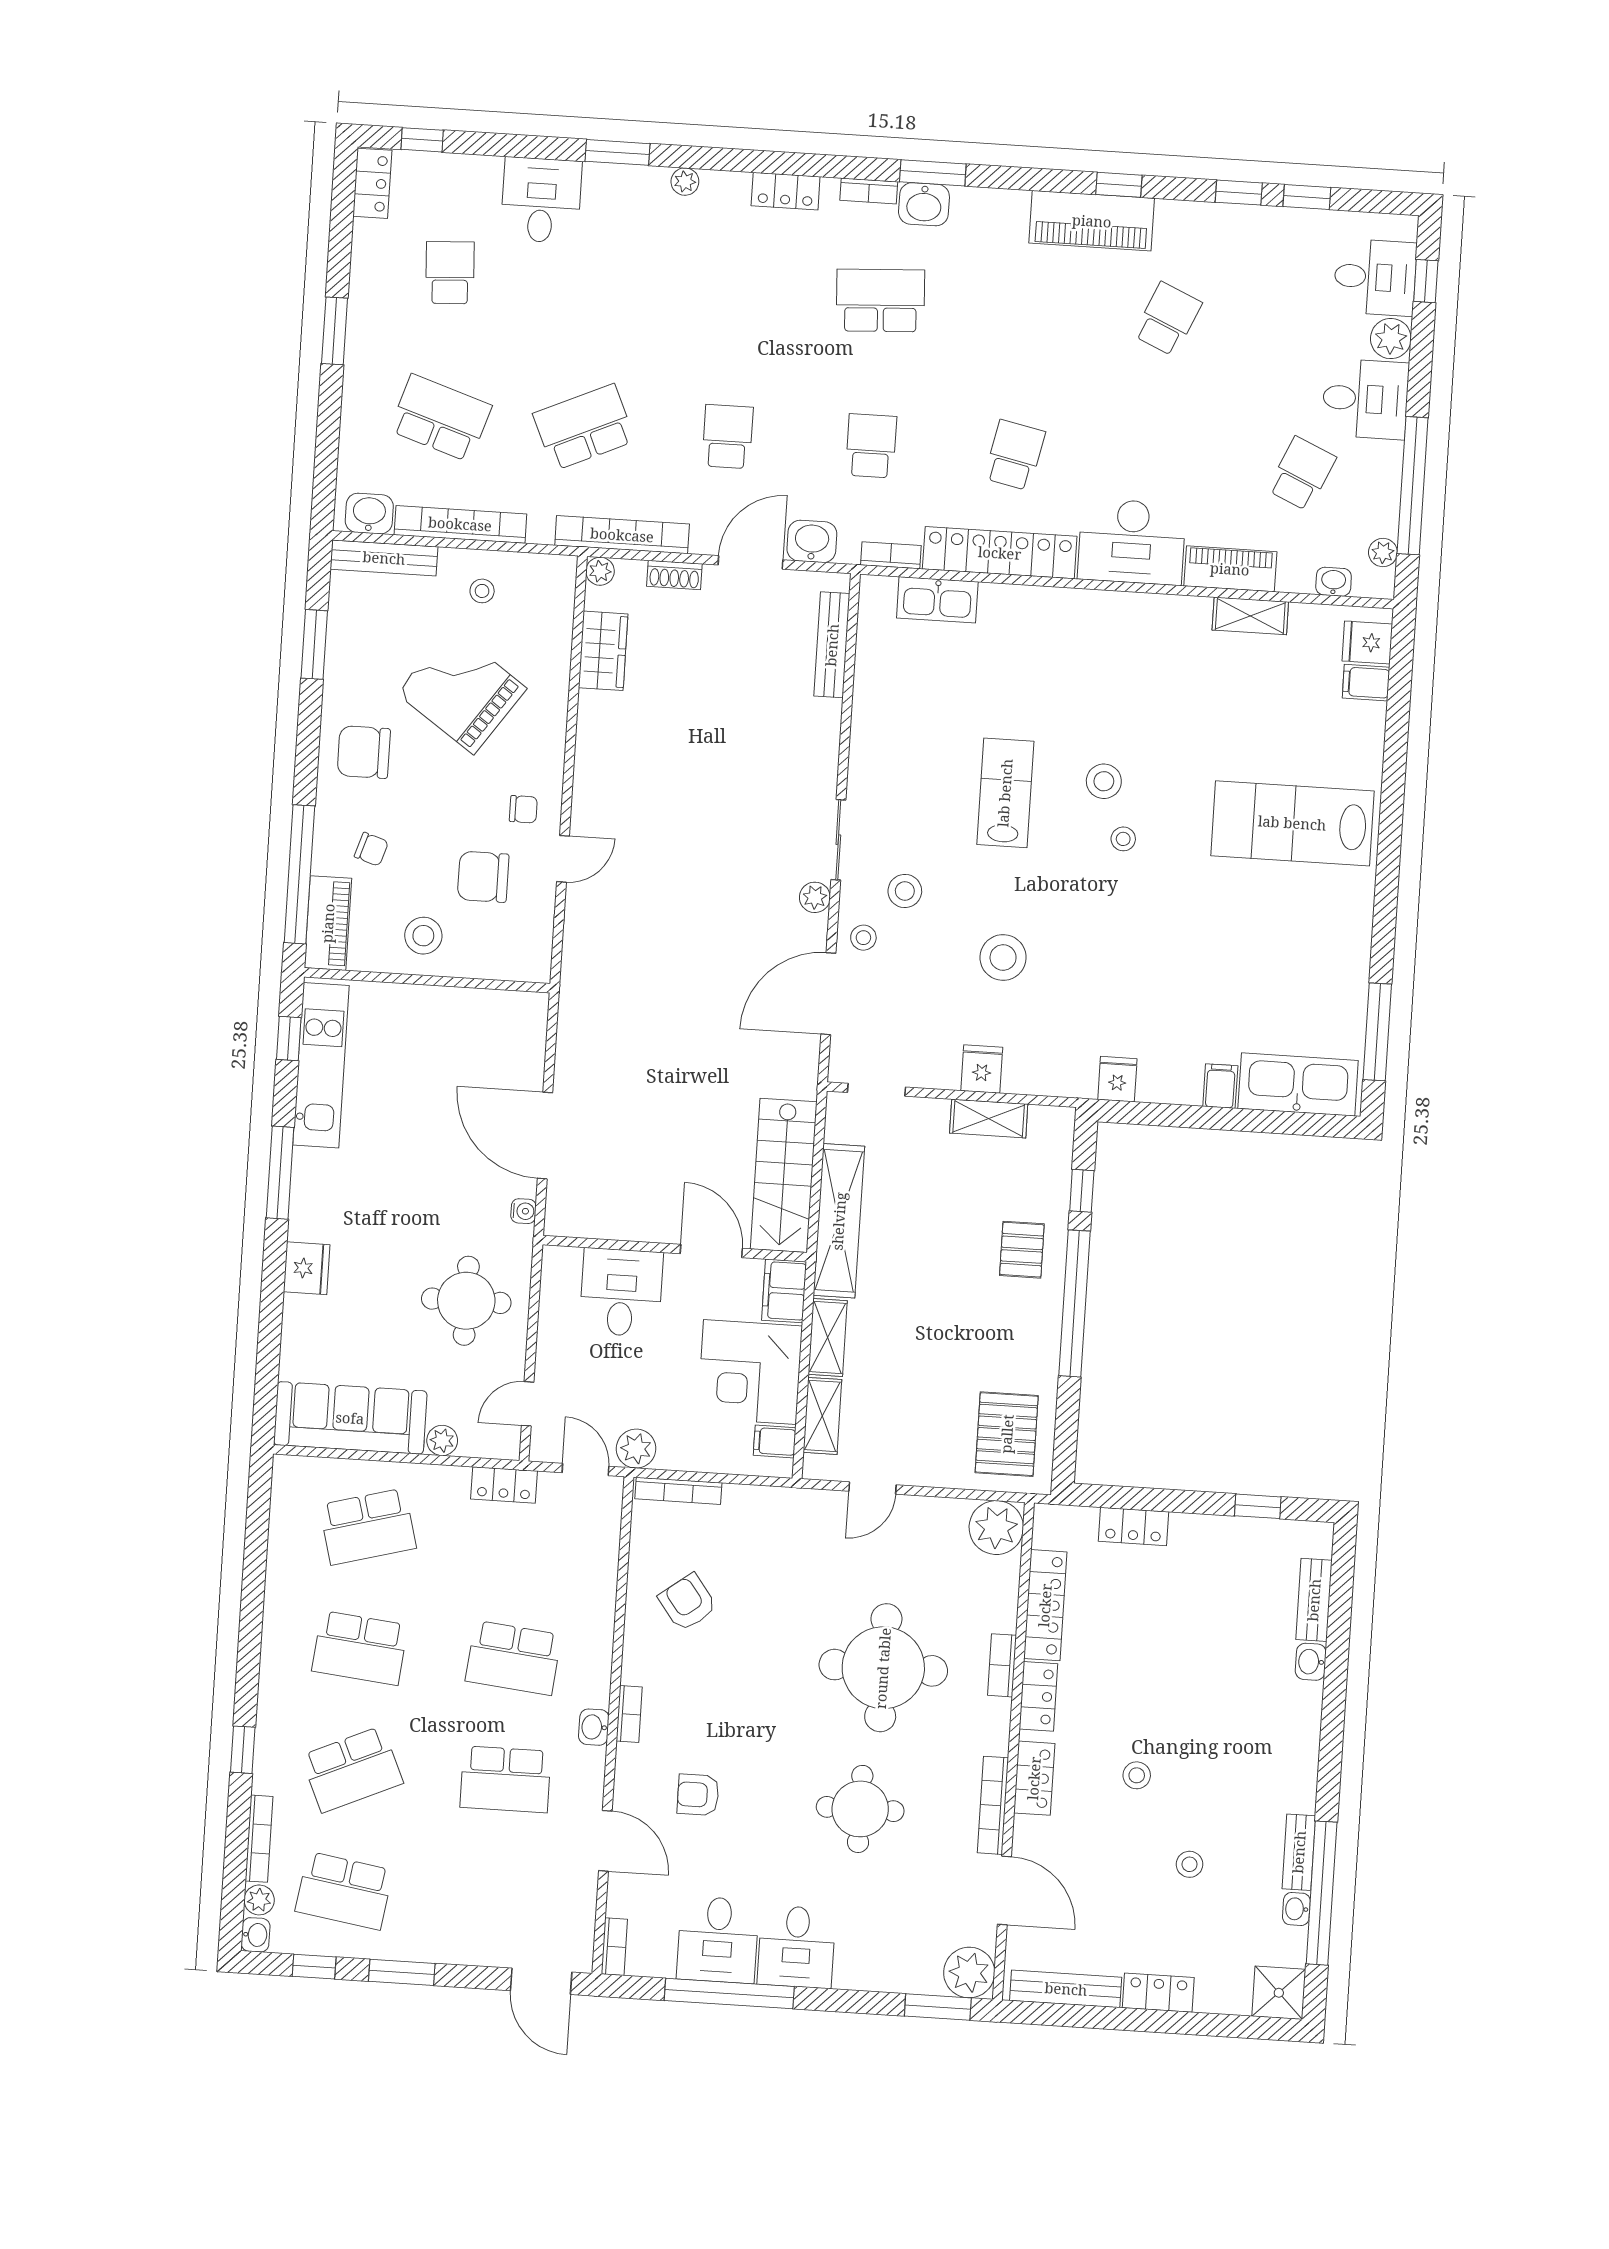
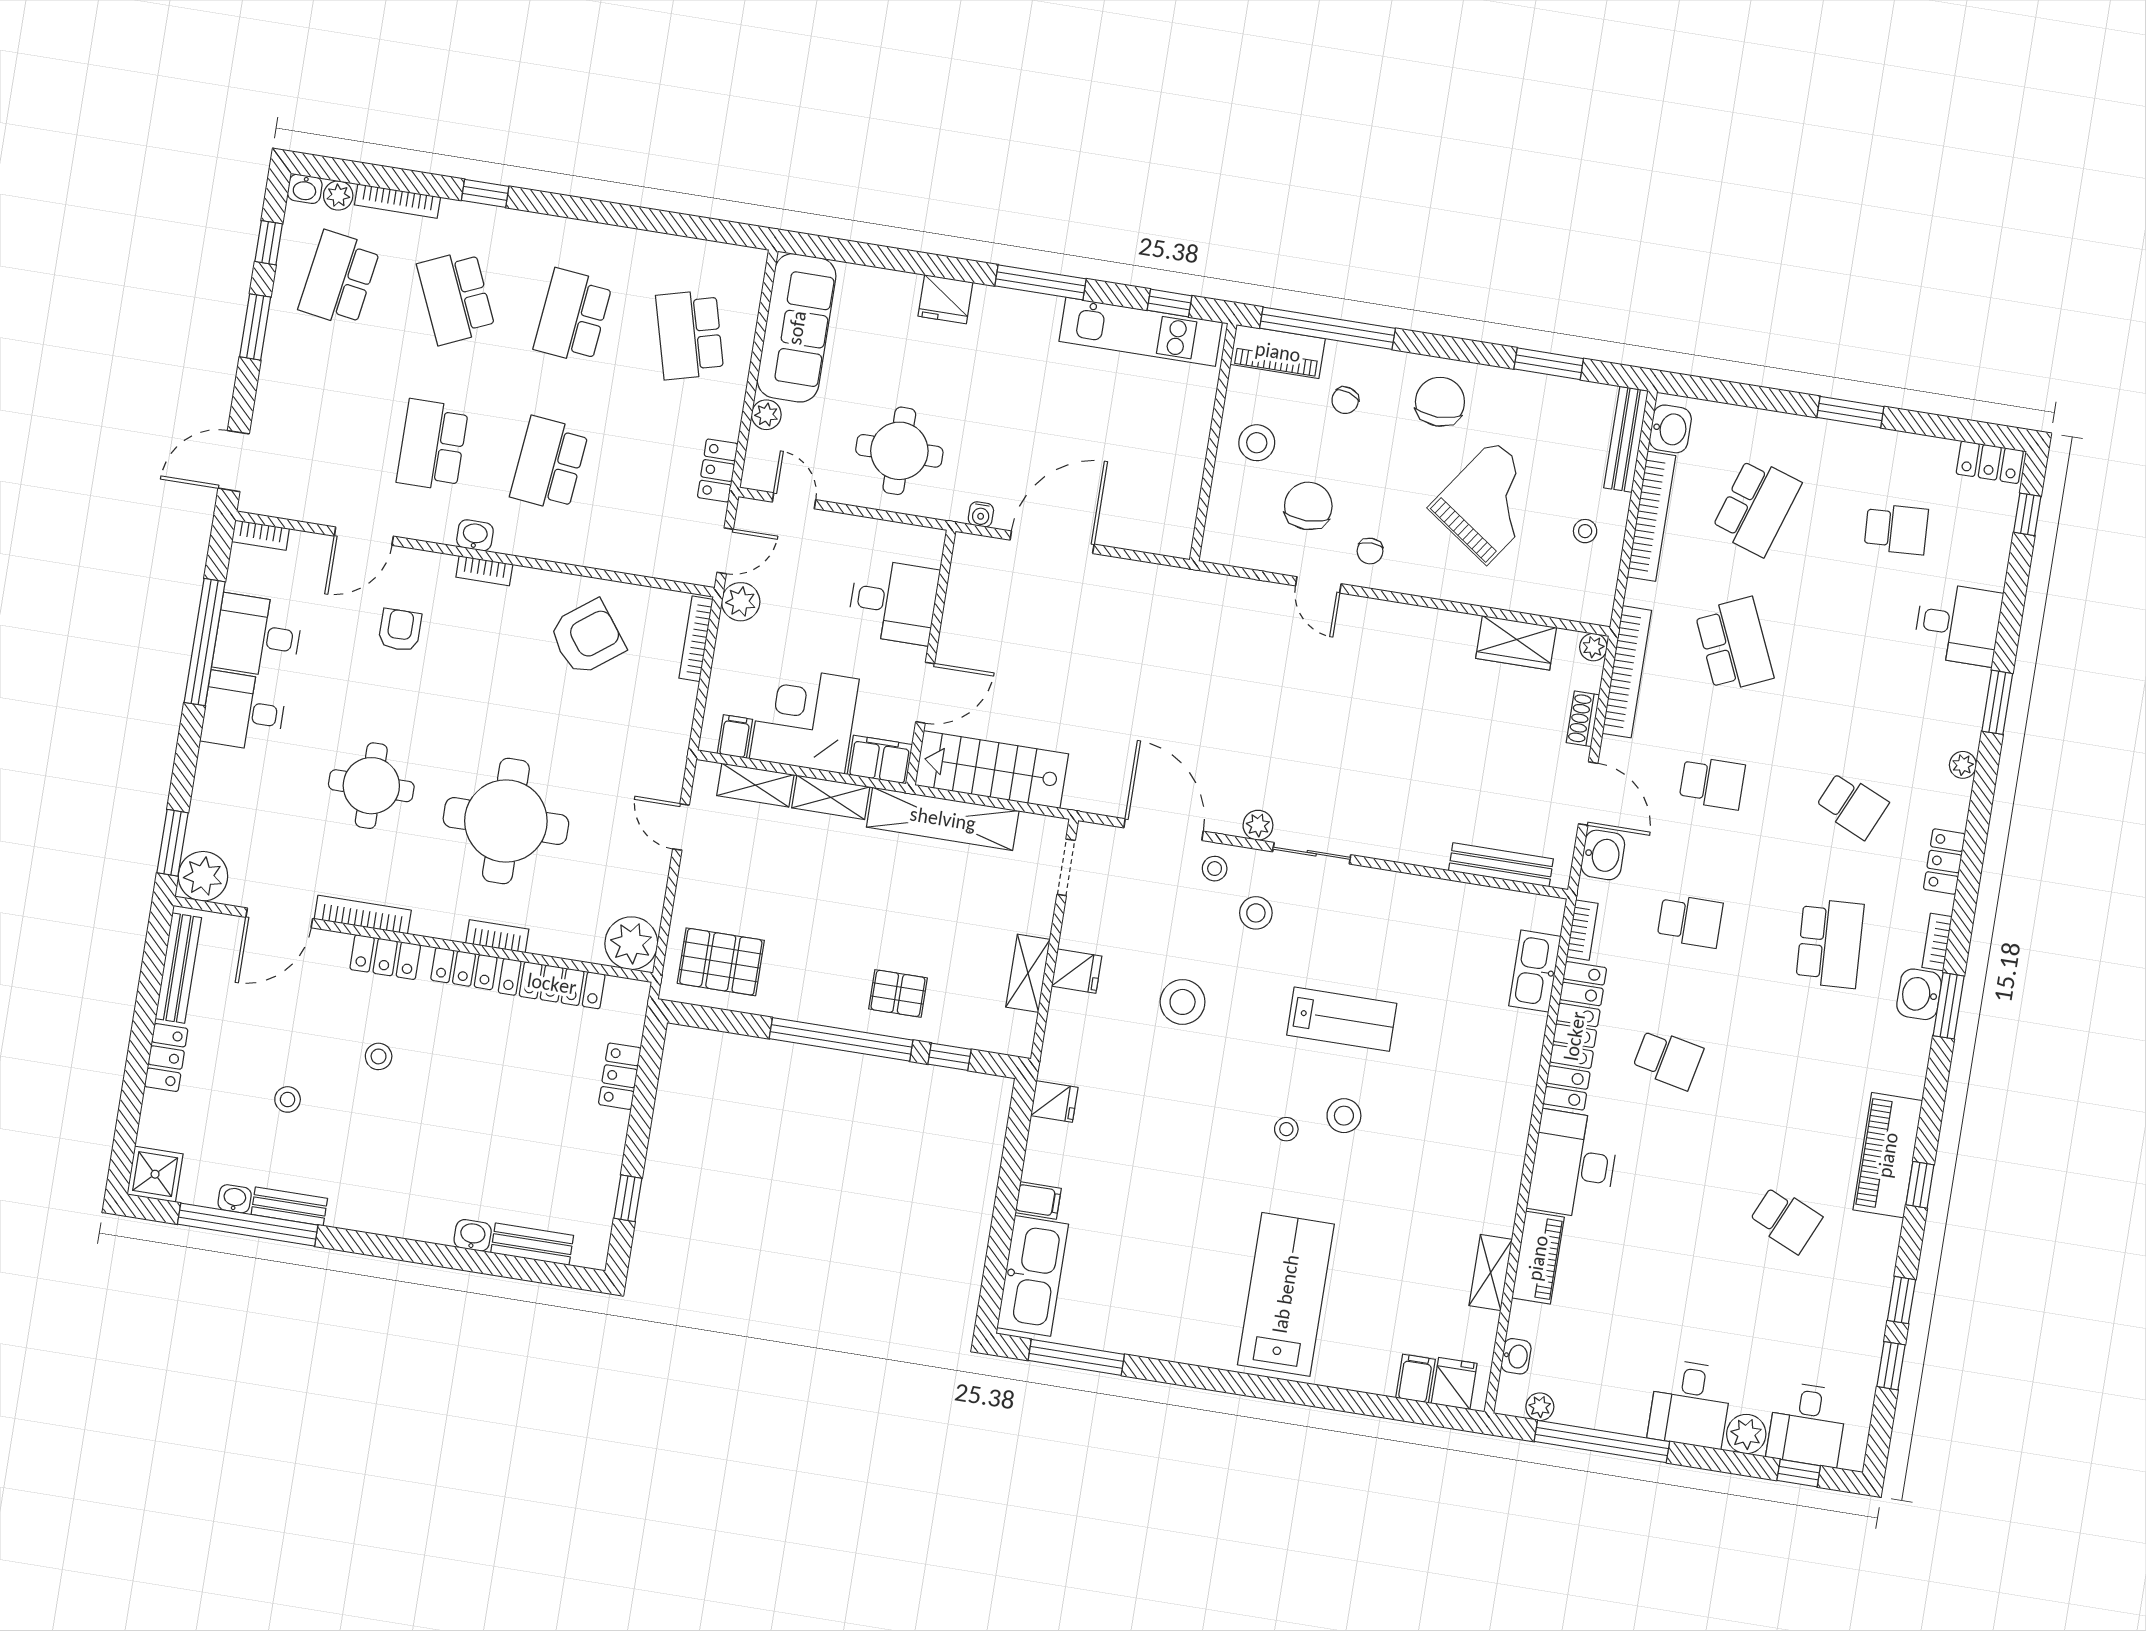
school desk: (1302, 474) -> (1852, 805), moved
armchair: (688, 1602) -> (587, 638), width x1.38, depth x1.38

